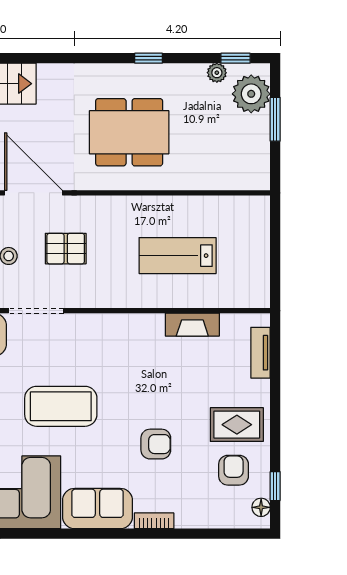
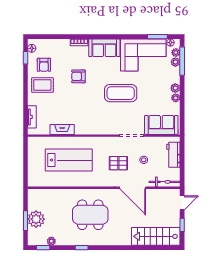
plant: (251, 94) -> (36, 219), moved
lab bench: (178, 256) -> (69, 160), width x1.36, depth x1.39

